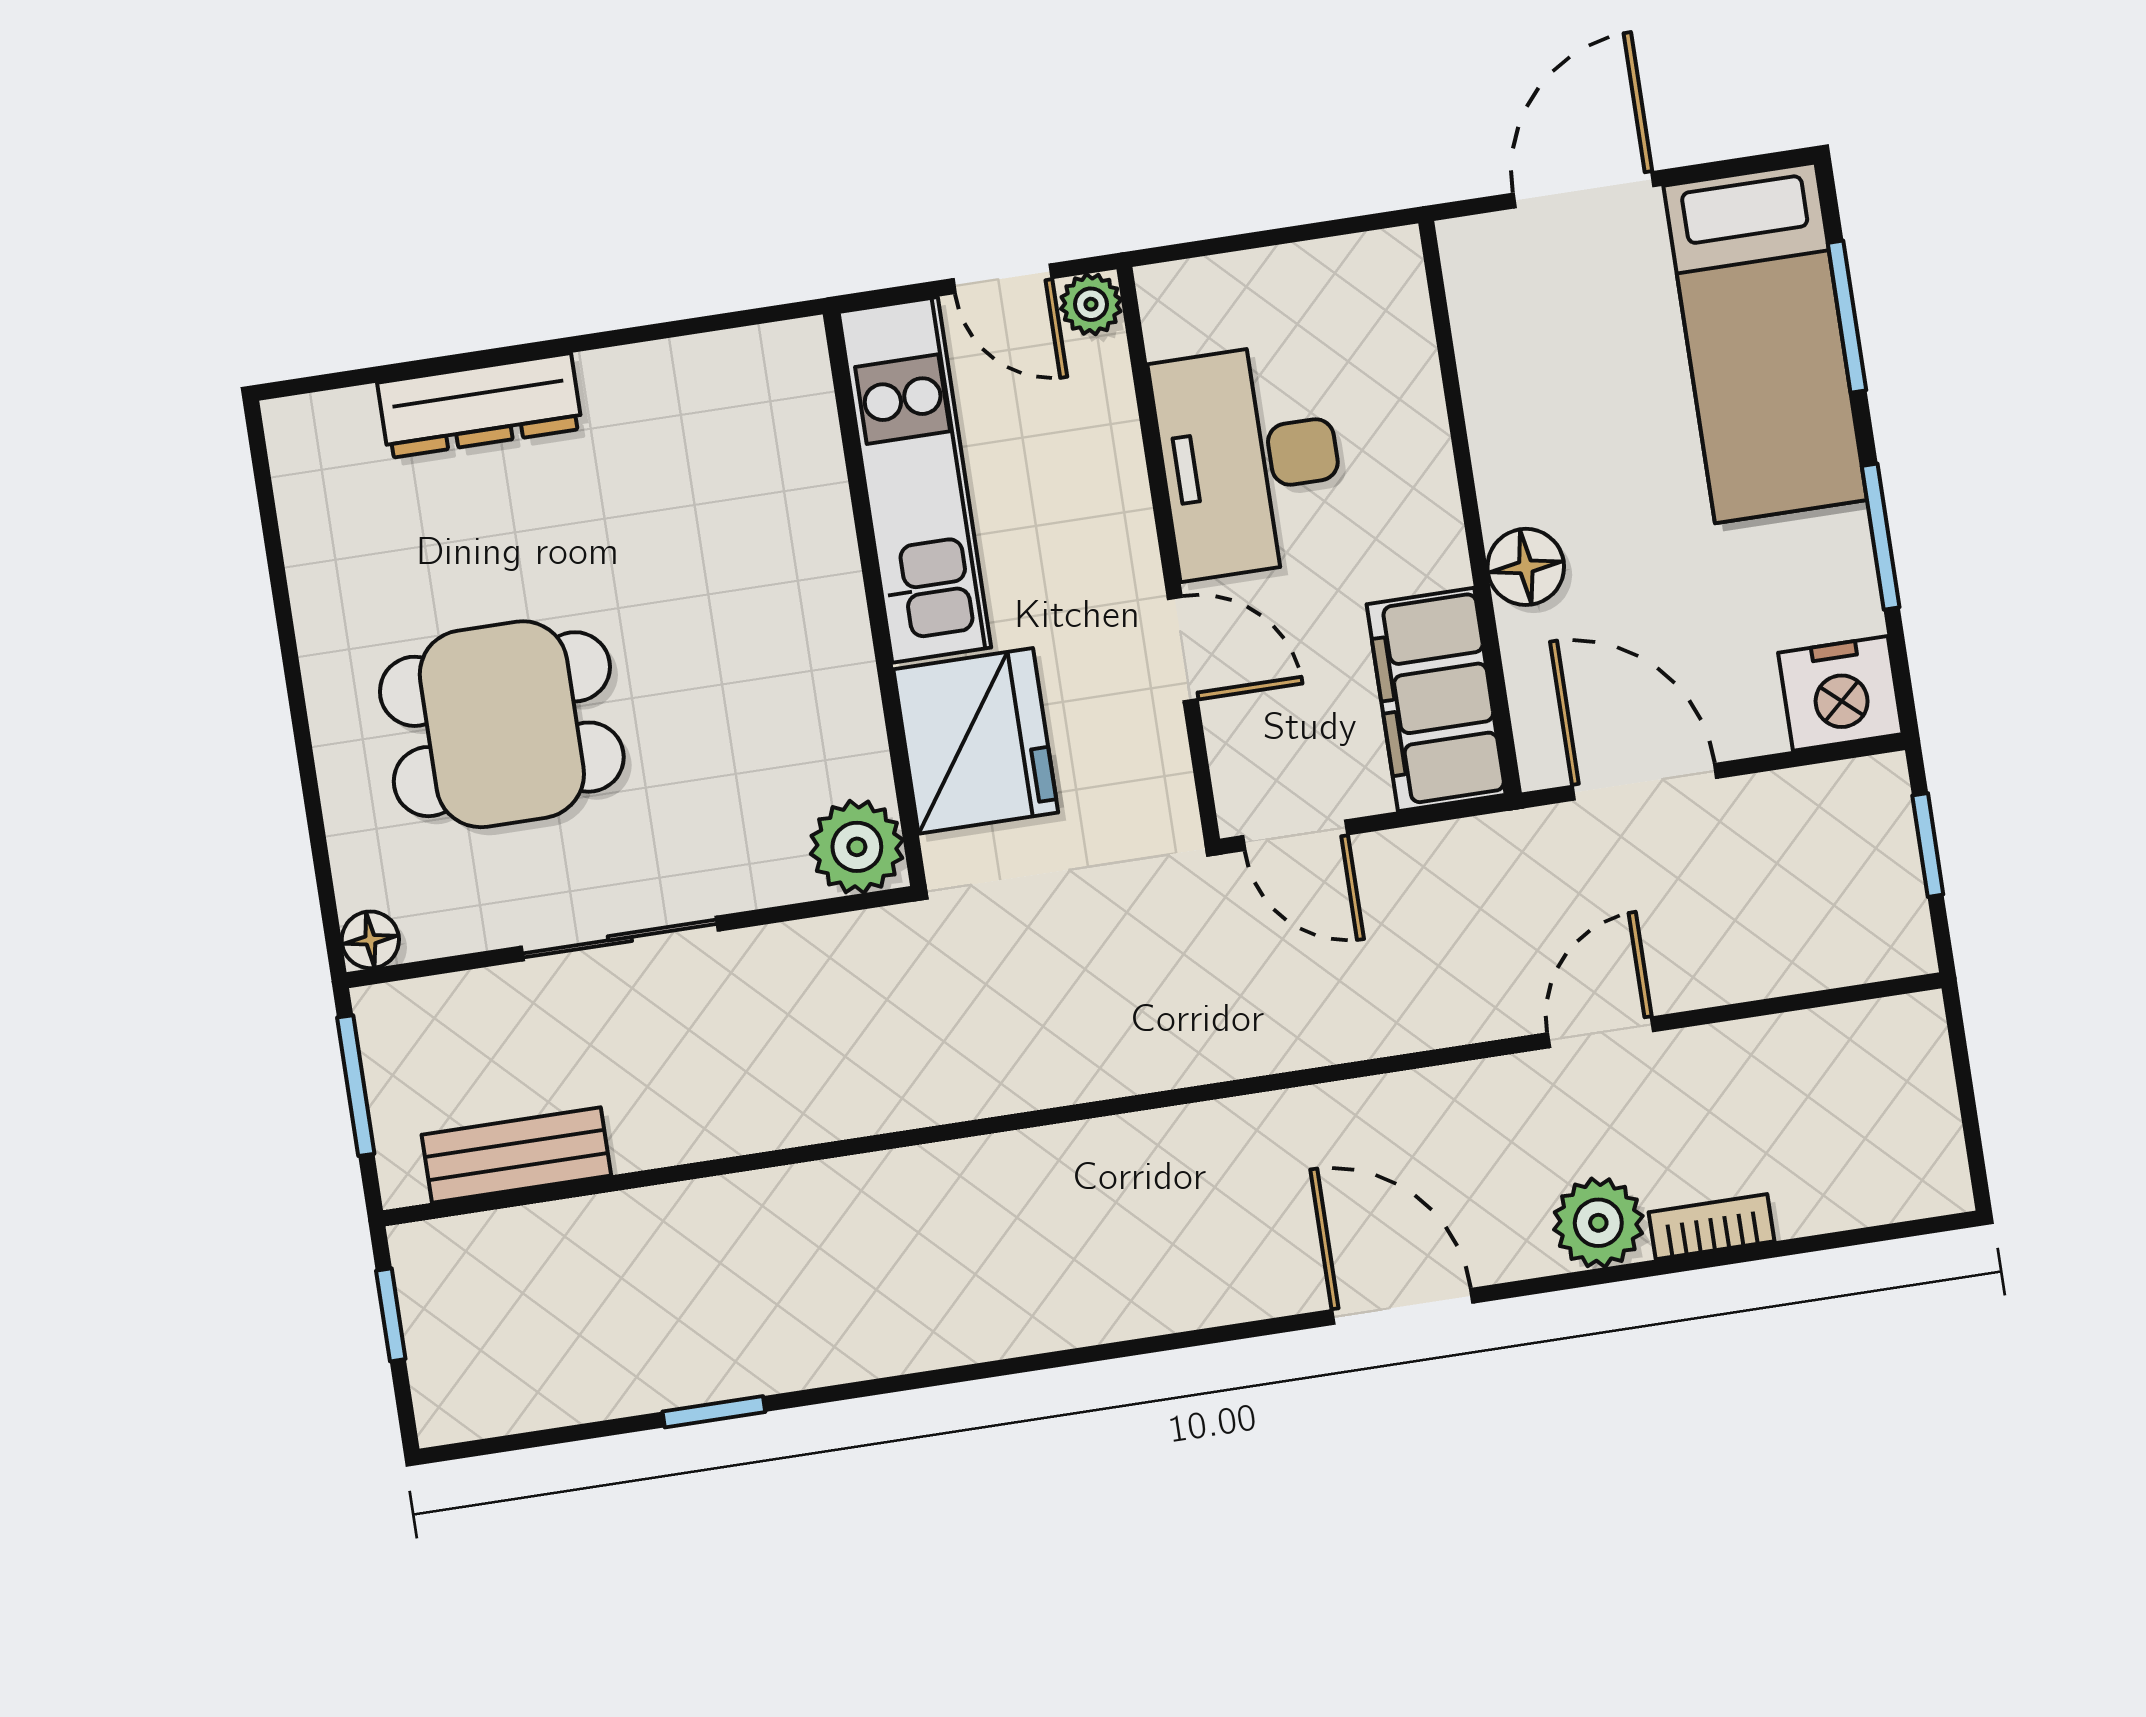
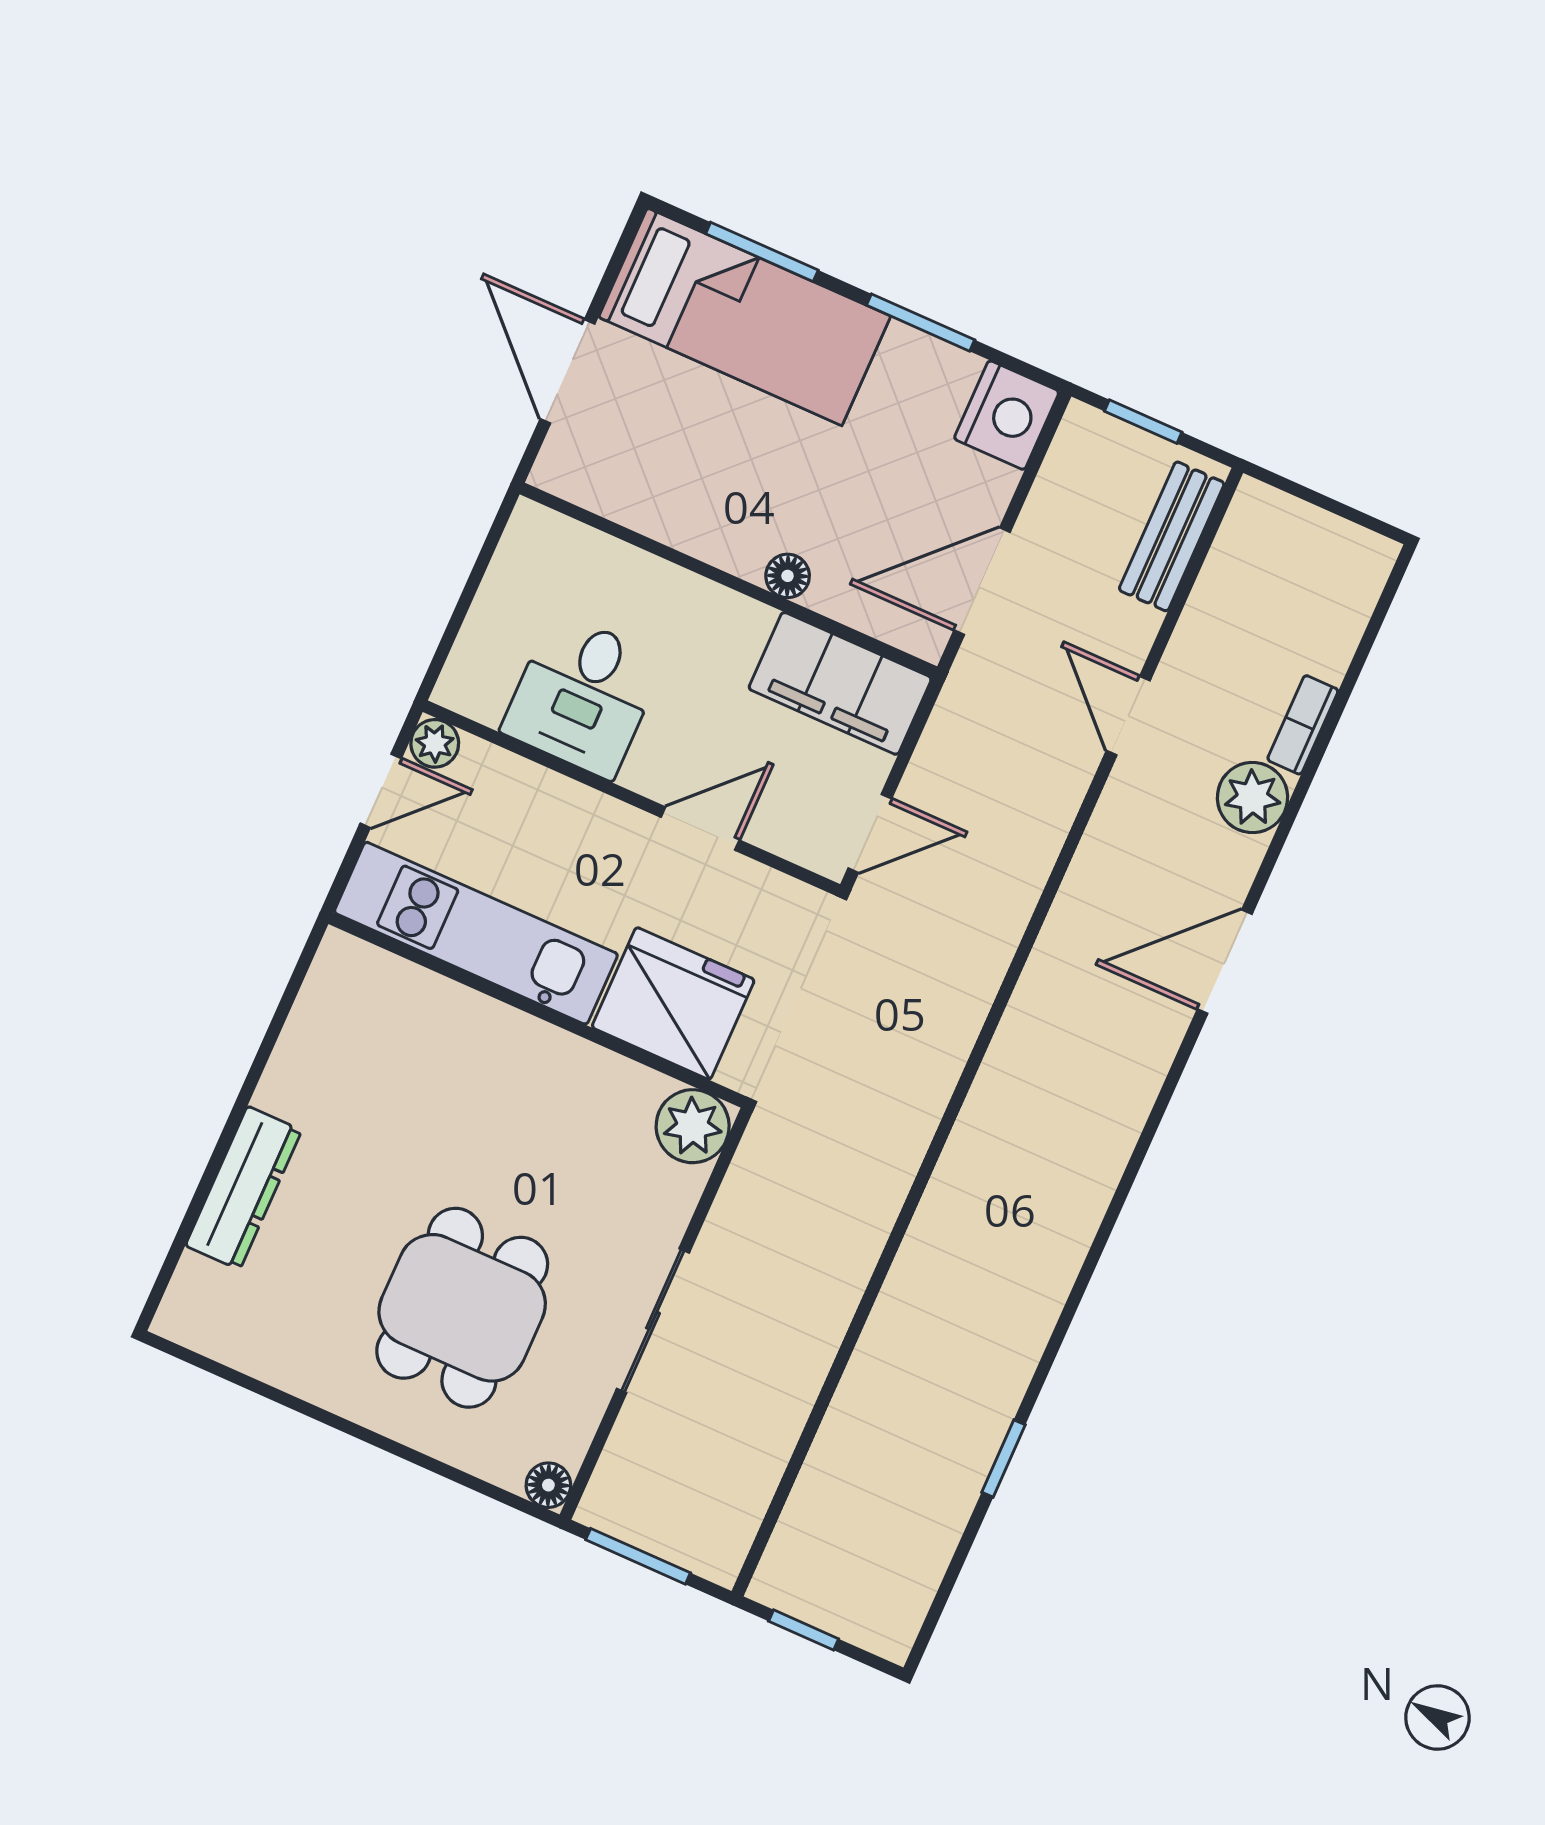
desk: (1250, 460) -> (583, 695), width x0.73
floor lamp: (1526, 567) -> (788, 576), width x0.73, depth x0.73
bench: (516, 1155) -> (1172, 536), moved

